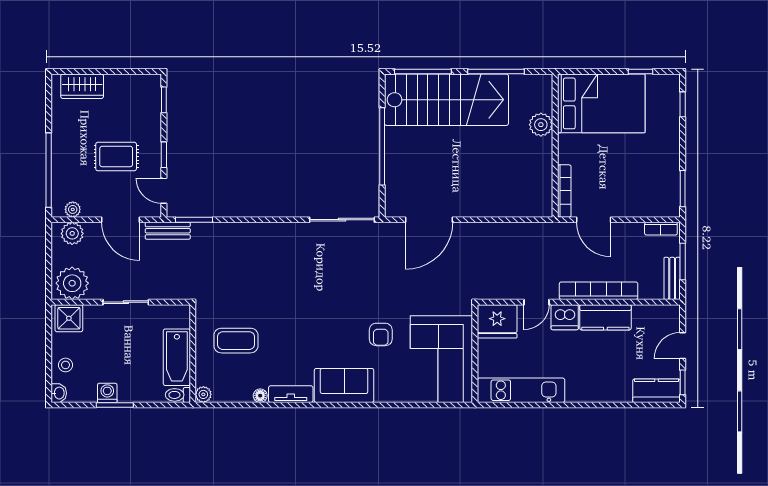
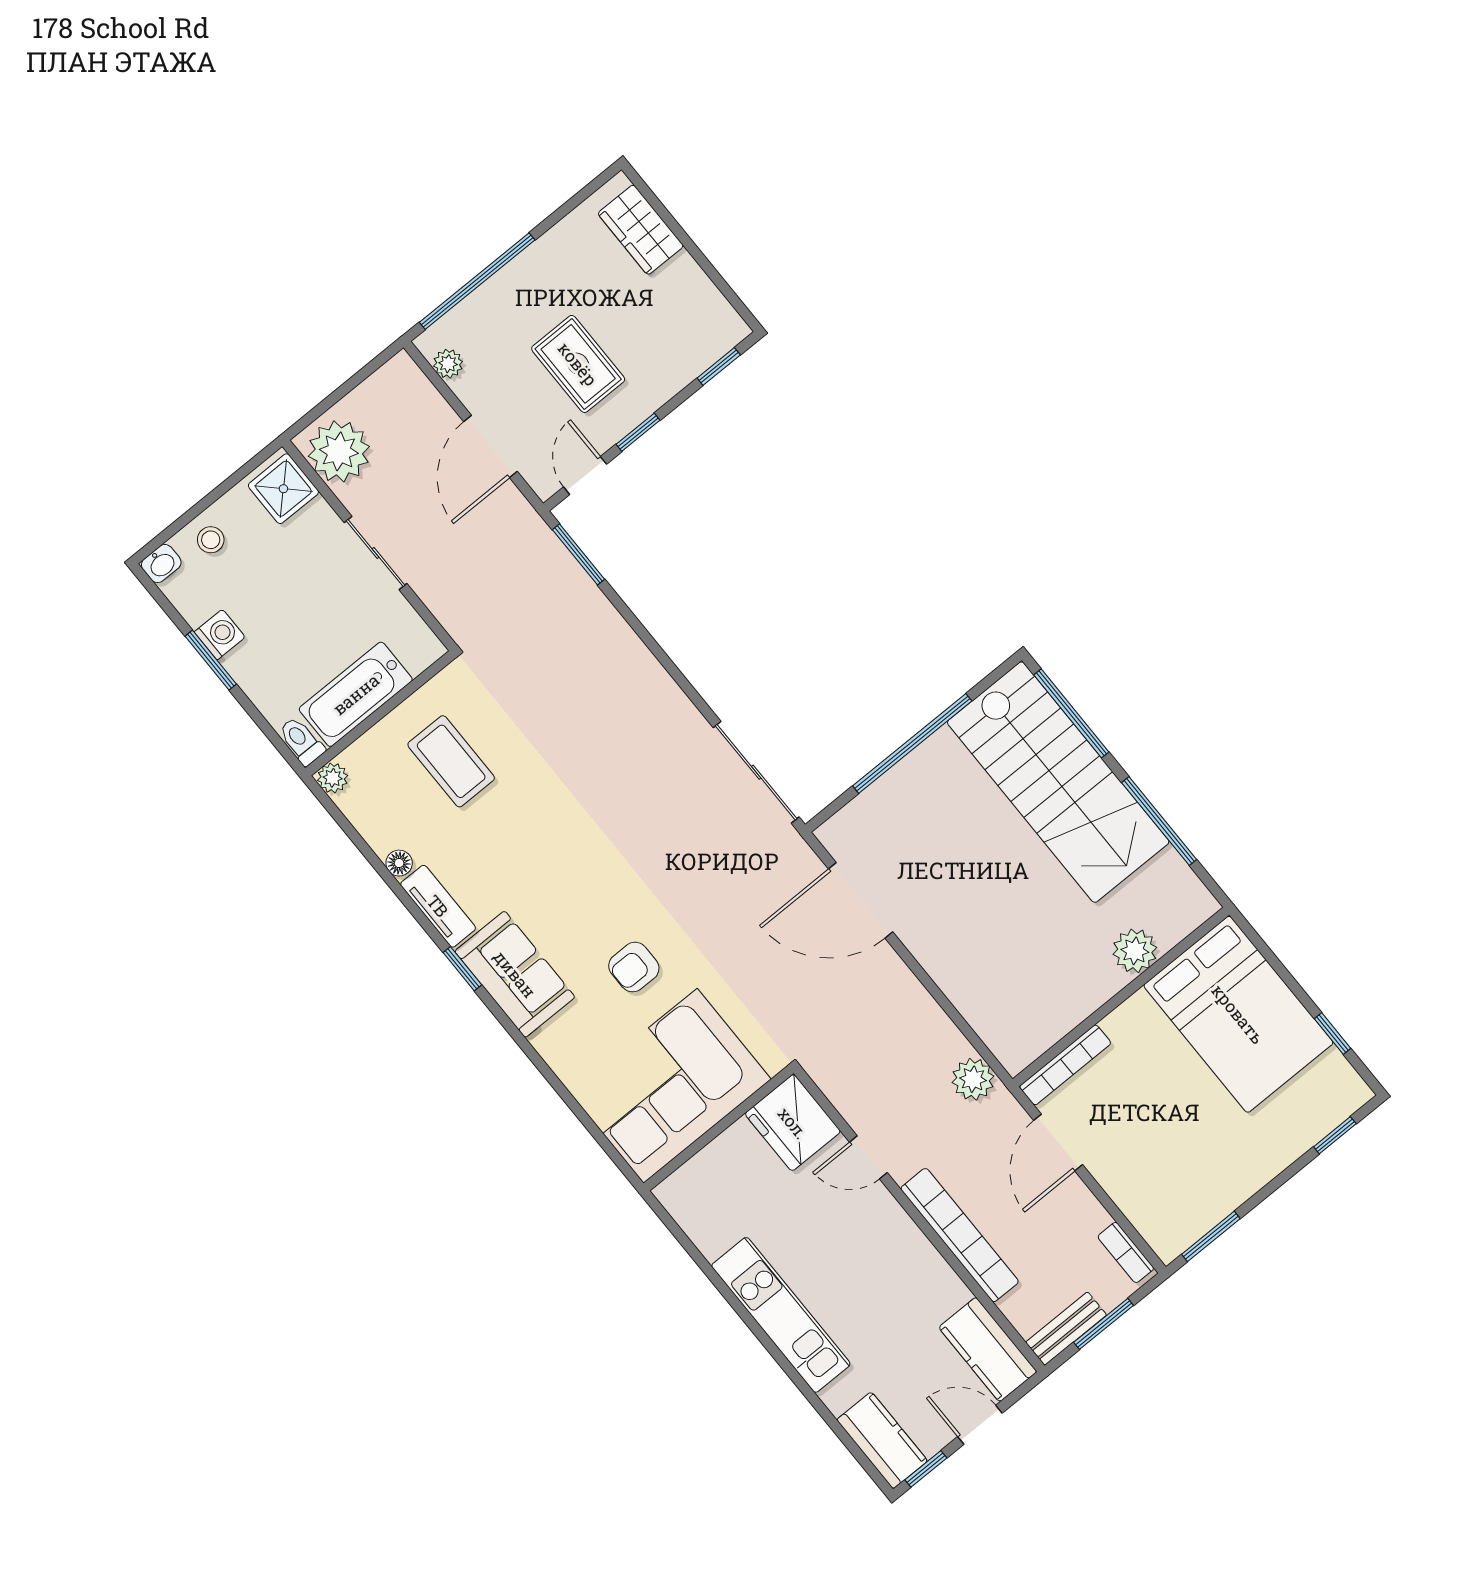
bench: (168, 231) -> (531, 529), removed
plant: (72, 233) -> (973, 1079), moved
dishwasher: (565, 317) -> (880, 1217), removed
kitchen counter: (605, 317) -> (988, 1350), moved
kitchen unit: (521, 390) -> (781, 1315), moved
window: (324, 405) -> (462, 969), added

